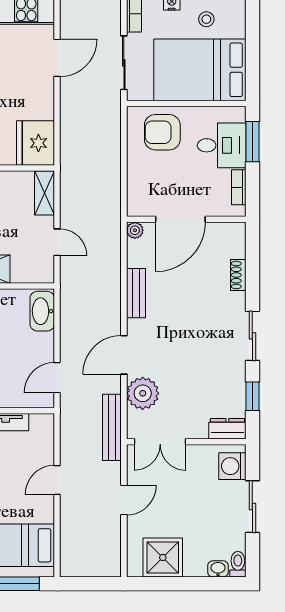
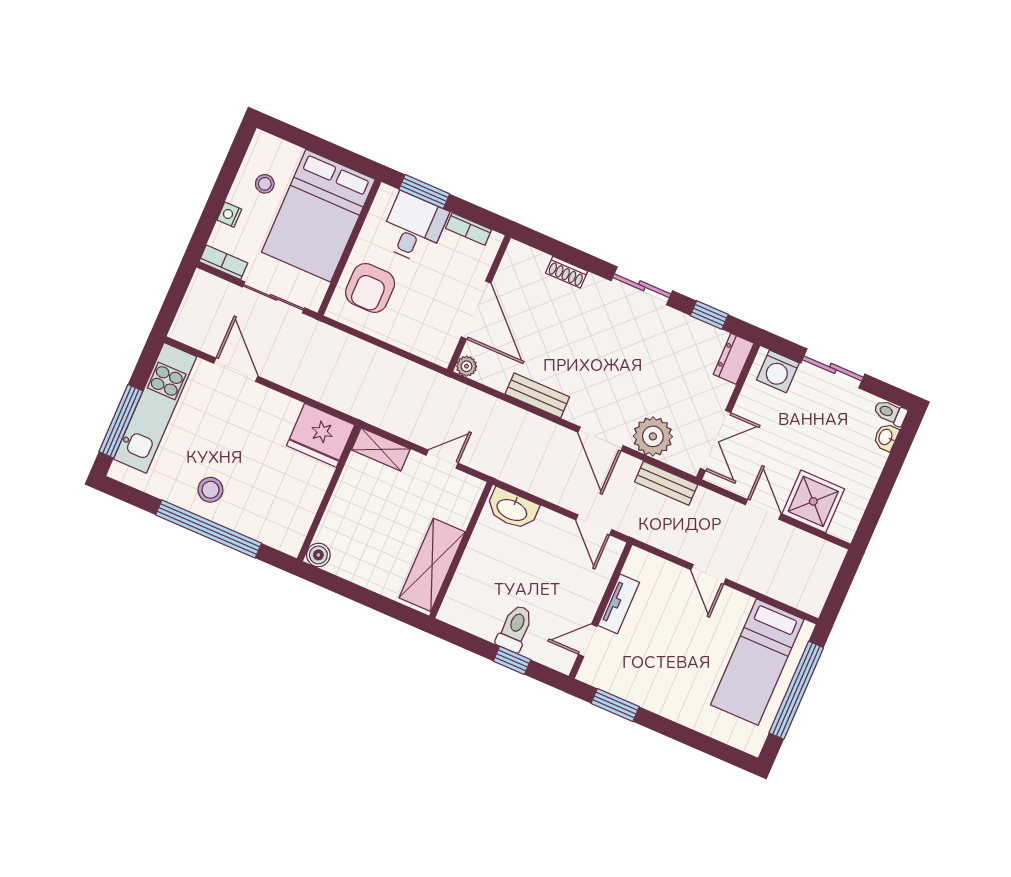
bench: (112, 427) -> (666, 483), width x0.73
shower: (163, 557) -> (813, 501), moved

